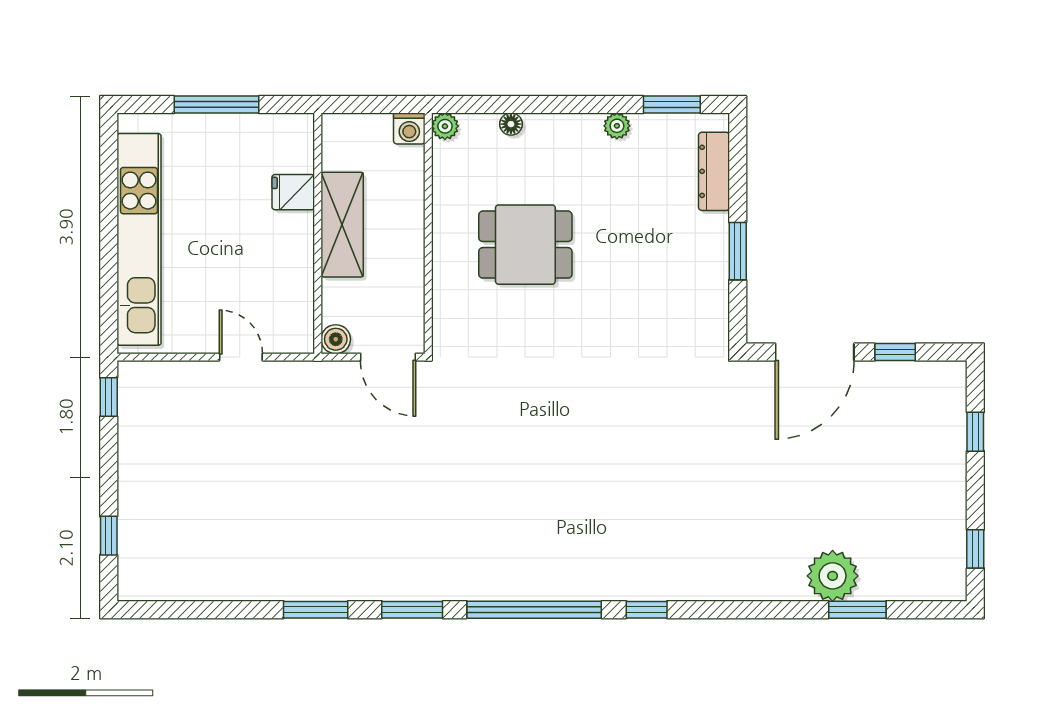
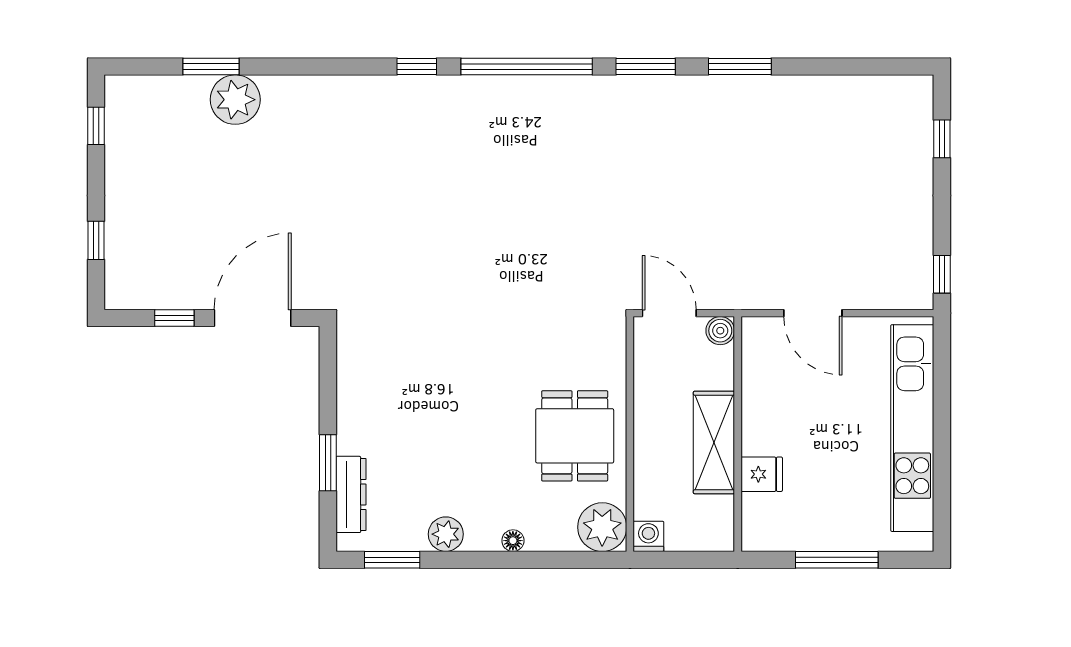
floor lamp: (511, 124) -> (513, 541), moved
plant: (445, 126) -> (602, 527), width x1.87, depth x1.87
plant: (617, 126) -> (446, 534), width x1.38, depth x1.38
dining table: (525, 245) -> (575, 436), moved, turned 90
window: (738, 251) -> (328, 463), moved
door: (241, 357) -> (813, 313), width x1.38

